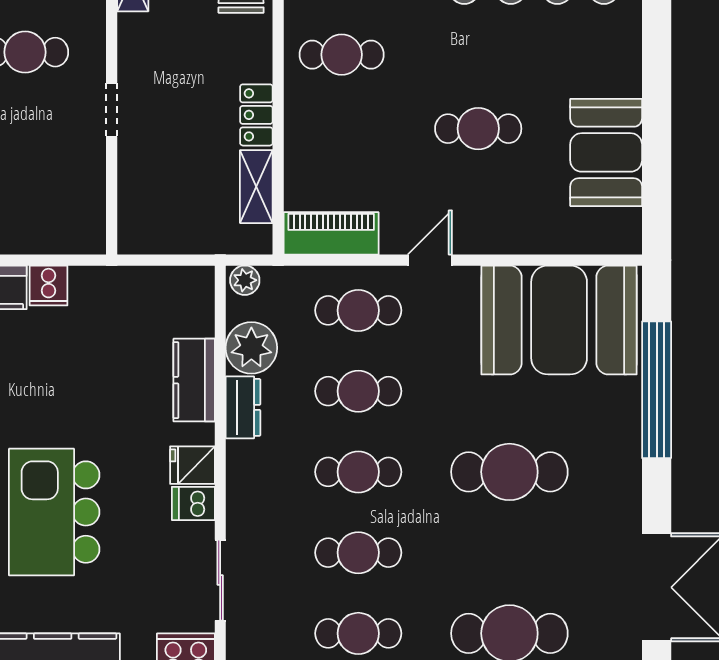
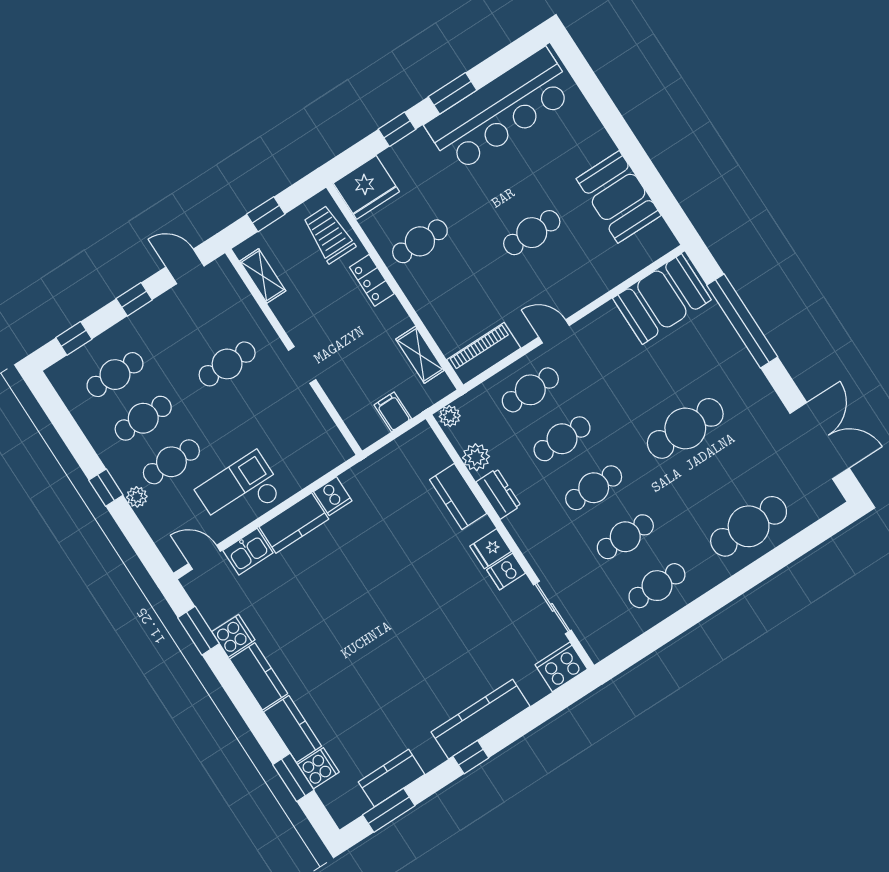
locker: (256, 115) -> (372, 280), moved
filing cabinet: (182, 232) -> (393, 412), added
door: (430, 260) -> (554, 331), hinge flipped
booth: (559, 320) -> (662, 299), width x0.73, depth x0.70
plant: (251, 348) -> (476, 457), width x0.73, depth x0.73
kitchen island: (54, 512) -> (425, 631), removed

